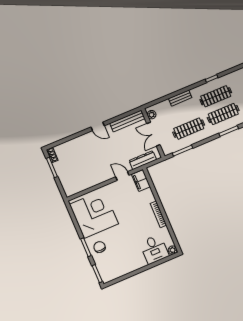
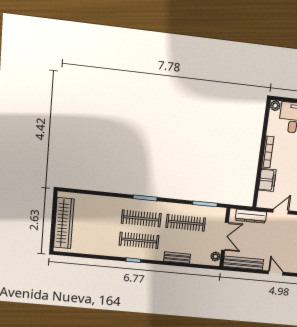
door: (122, 176) -> (281, 211), swing flipped
filing cabinet: (141, 181) -> (267, 180), moved

